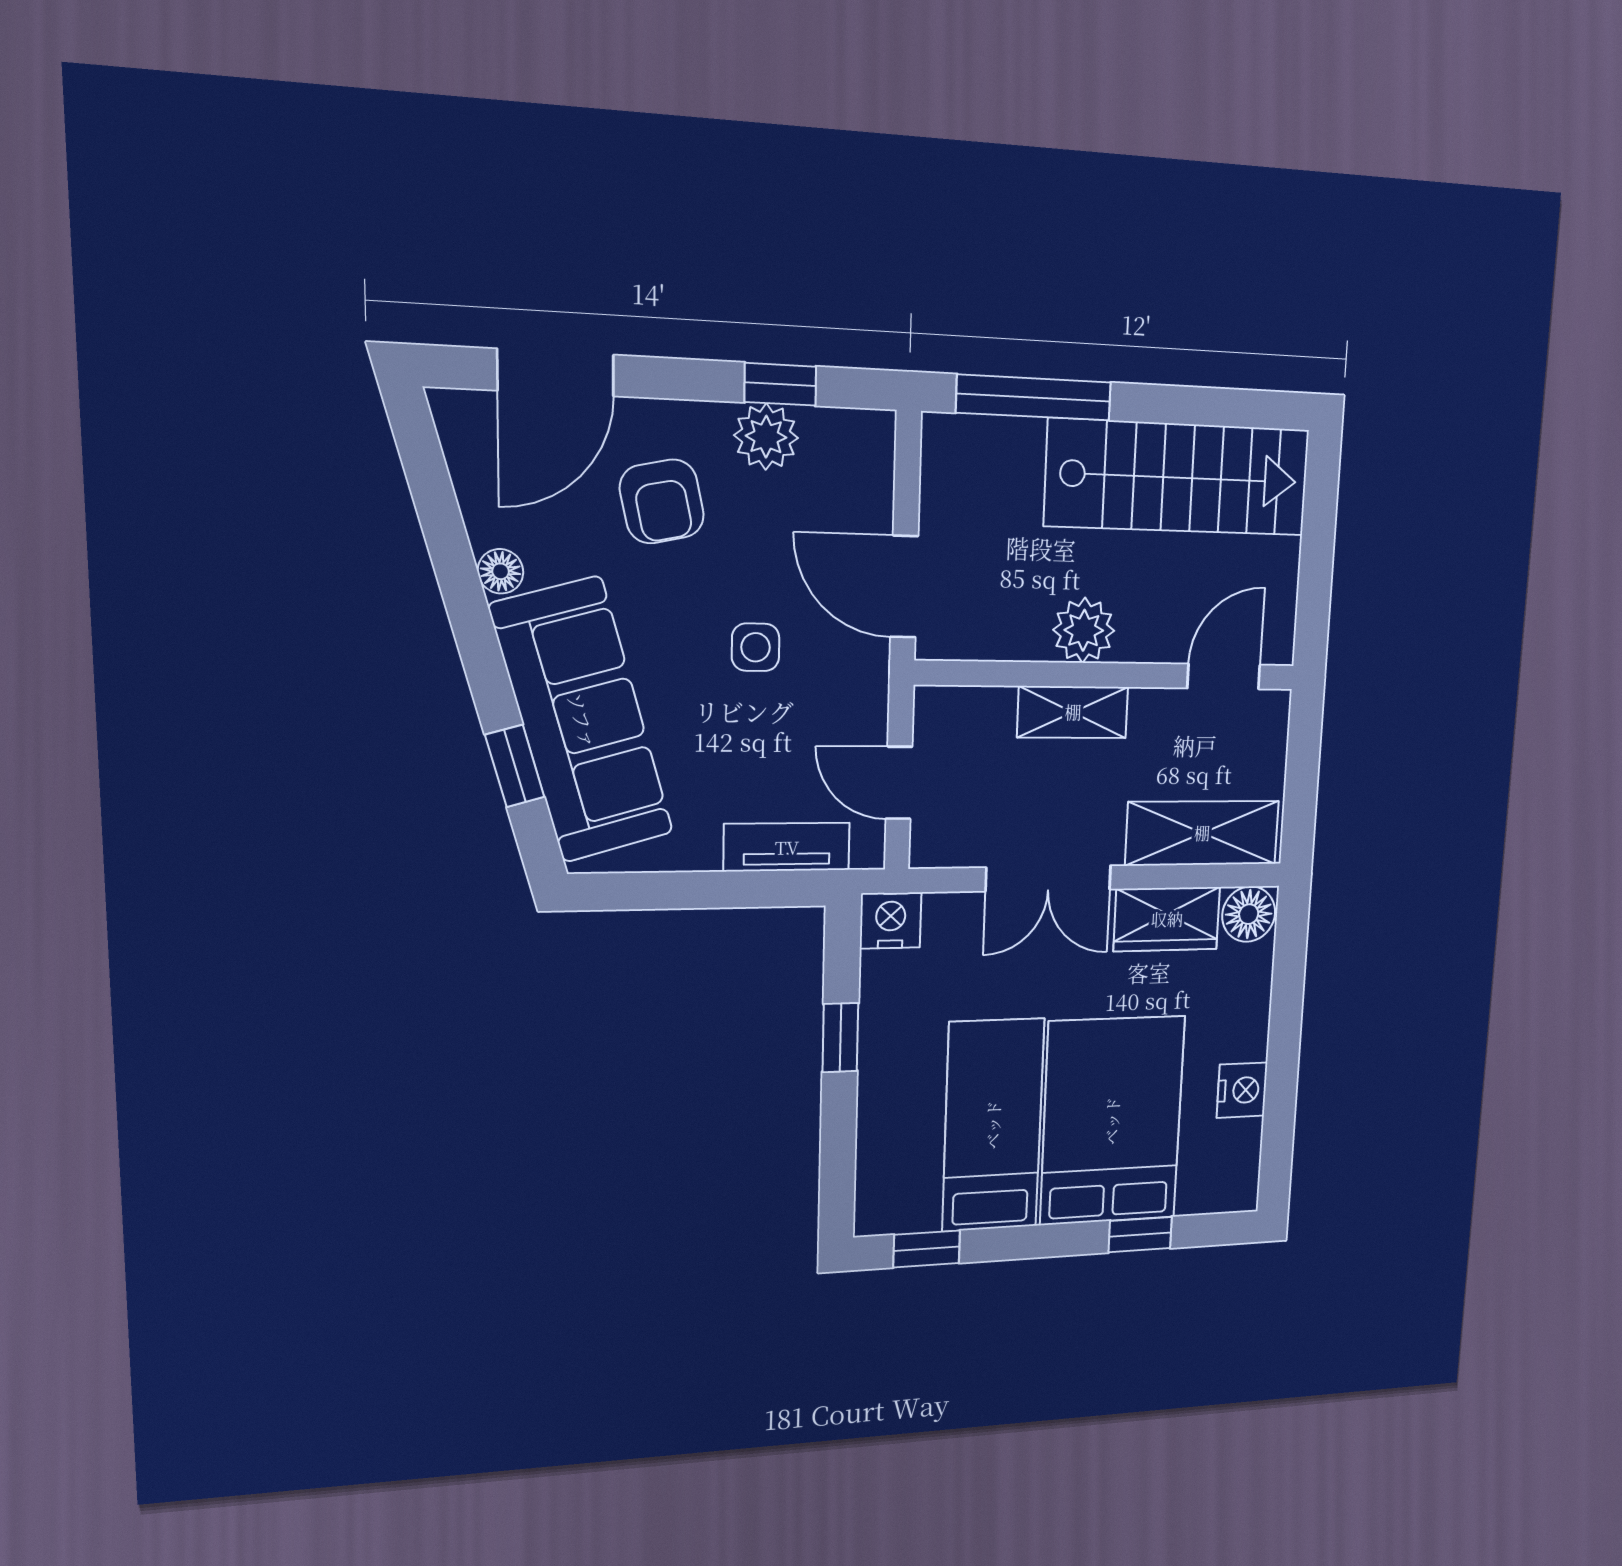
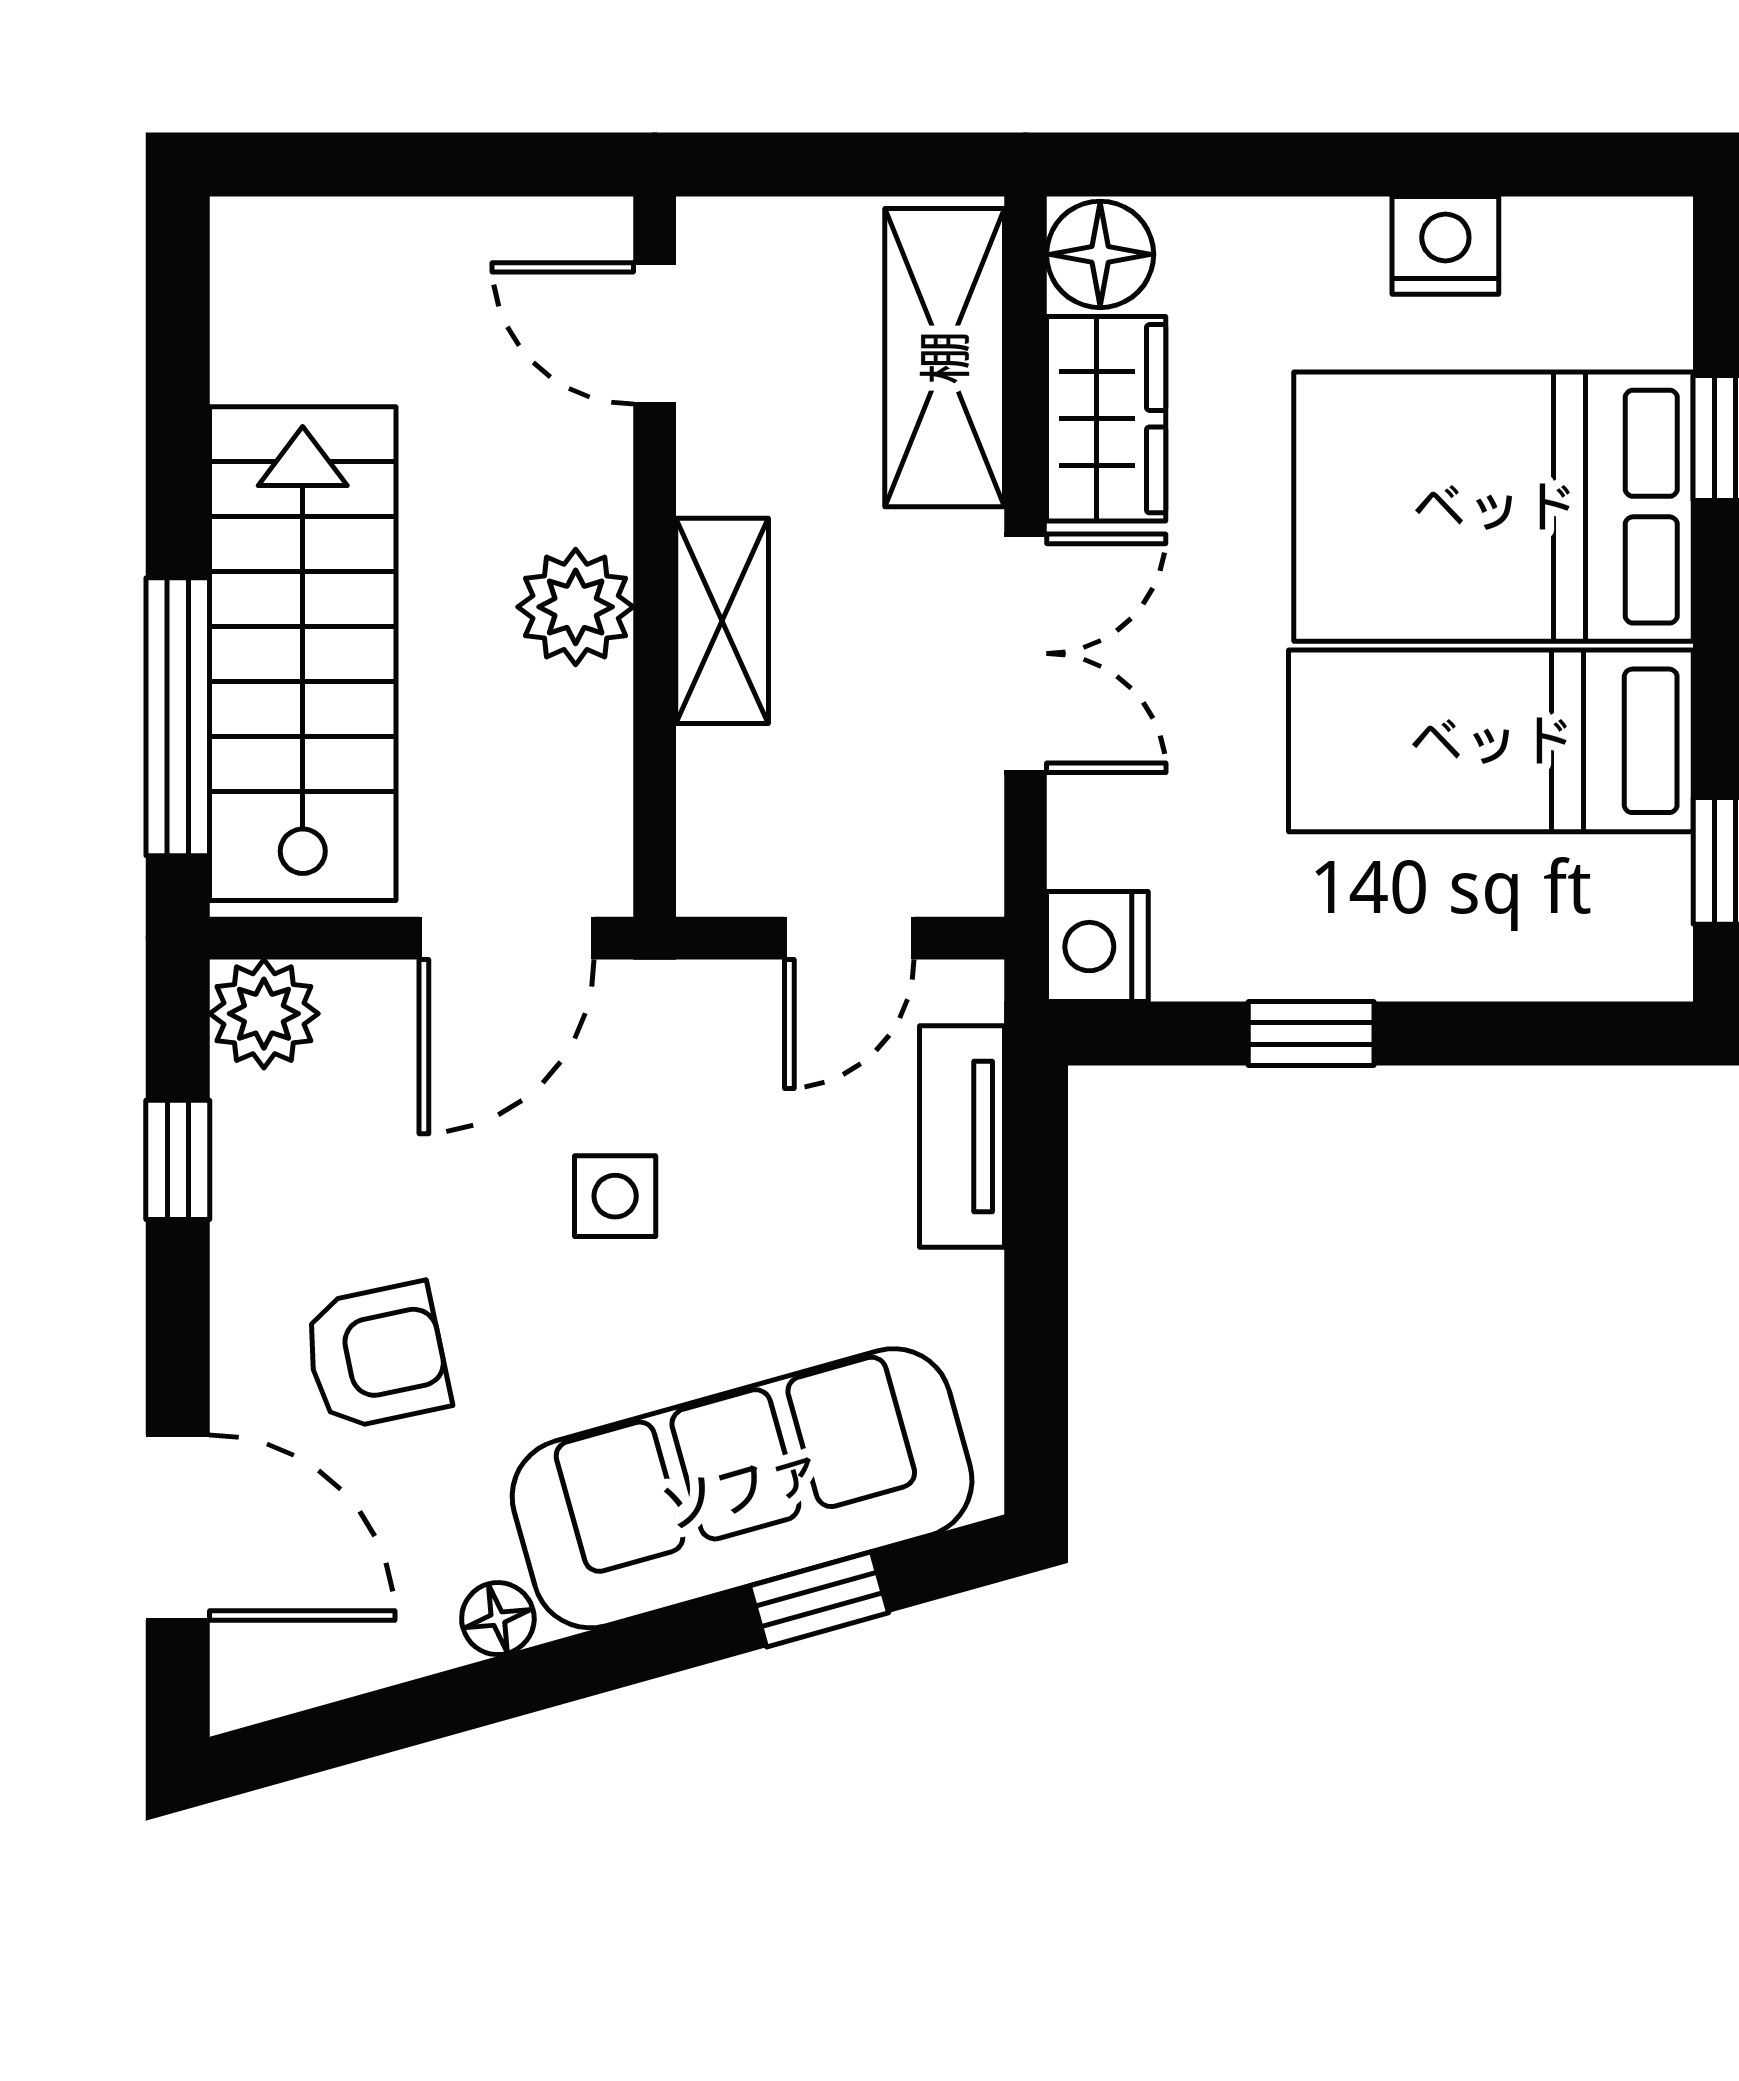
plant: (766, 437) -> (264, 1014), moved
stairs: (1178, 477) -> (303, 654), moved

